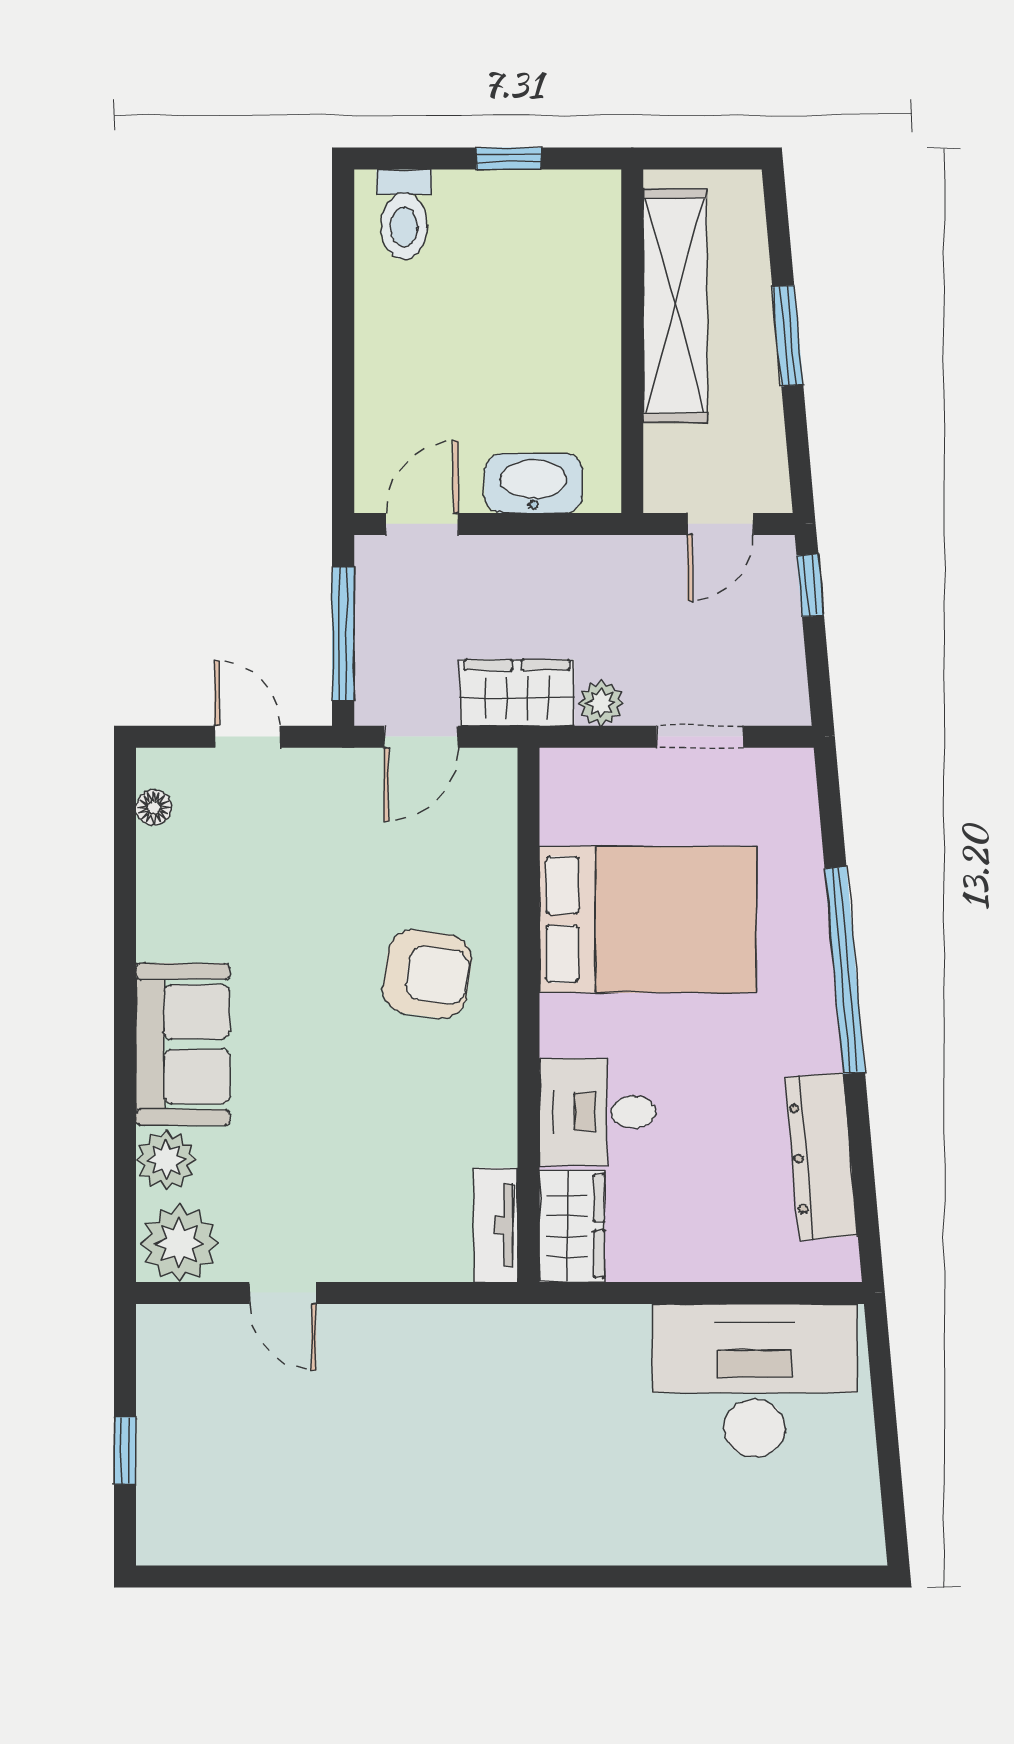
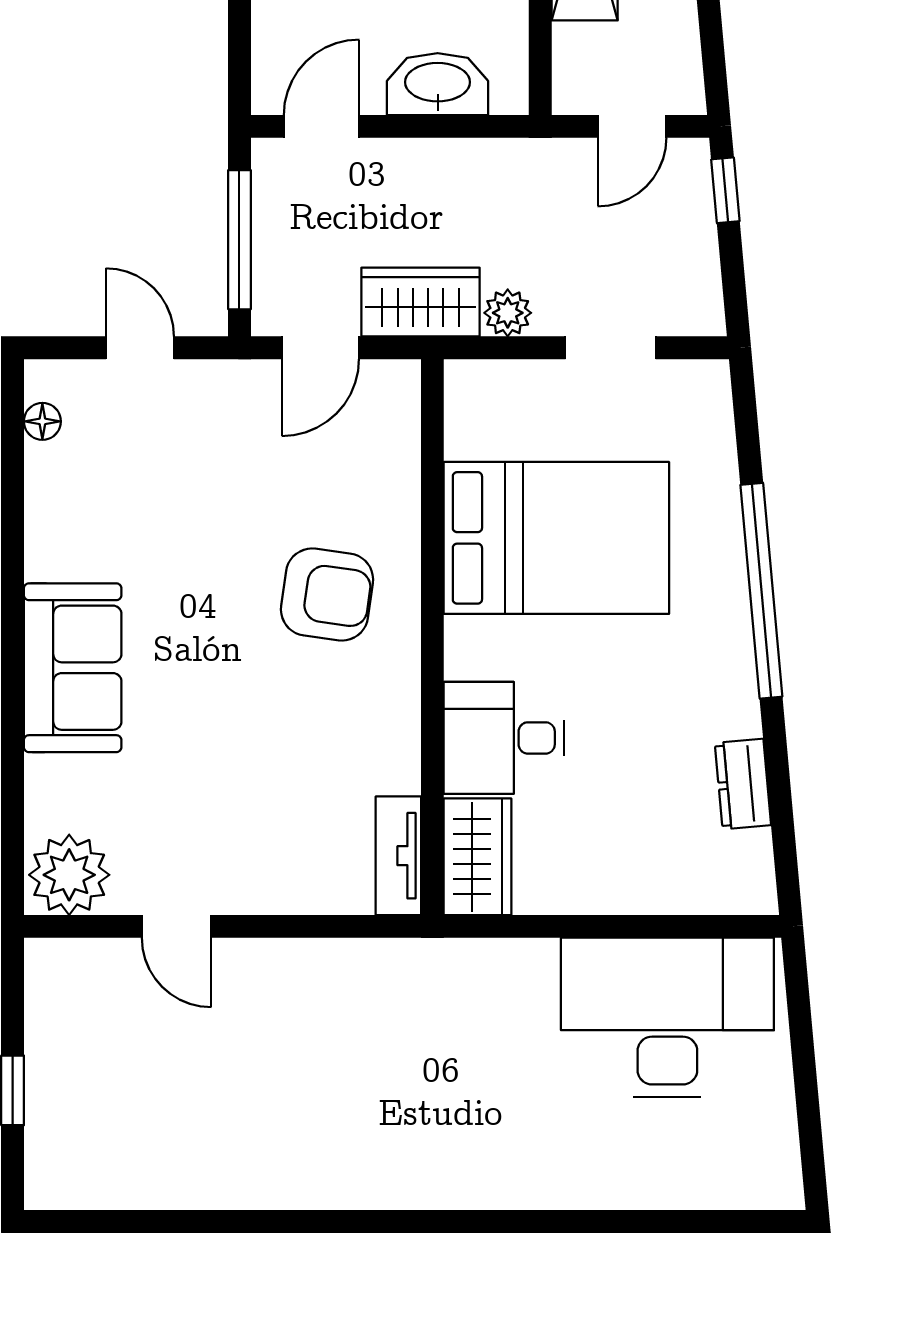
dresser: (821, 1157) -> (743, 784), width x0.51, depth x0.80
plant: (166, 1160) -> (55, 788), removed

